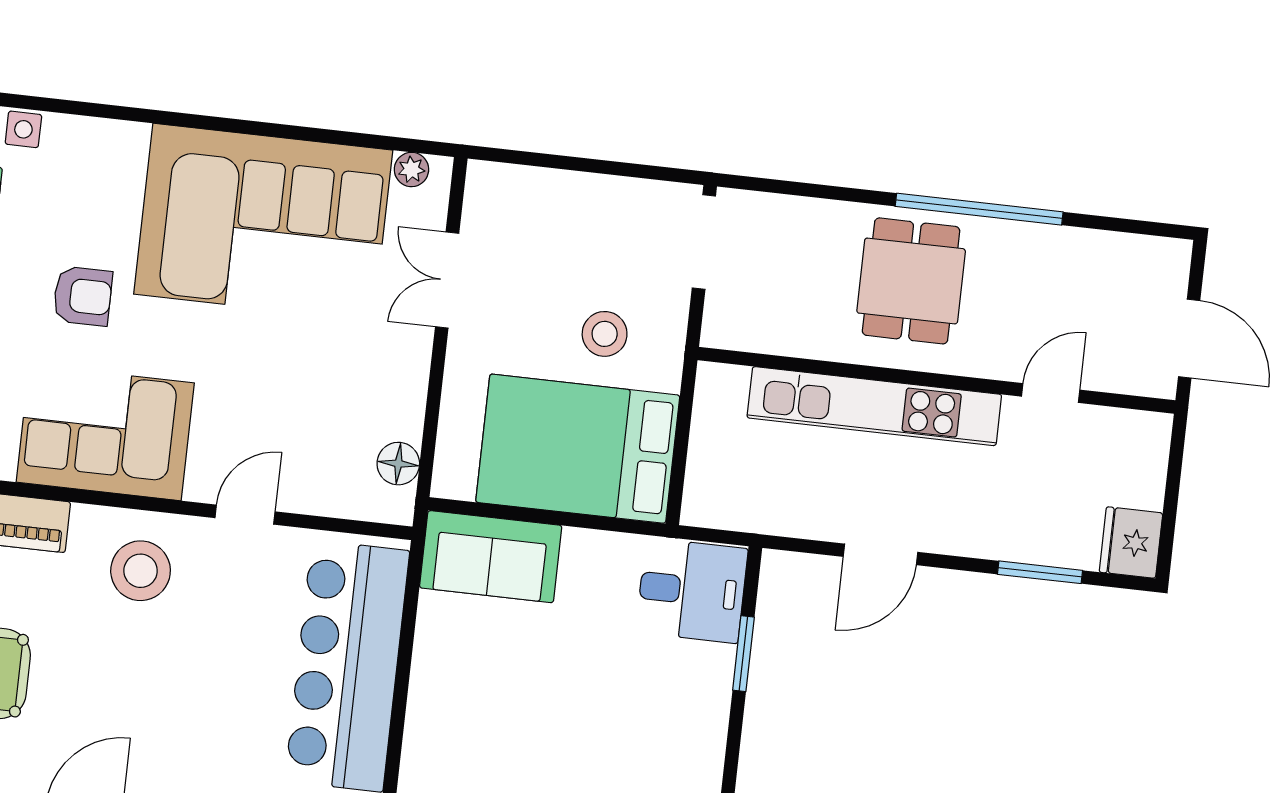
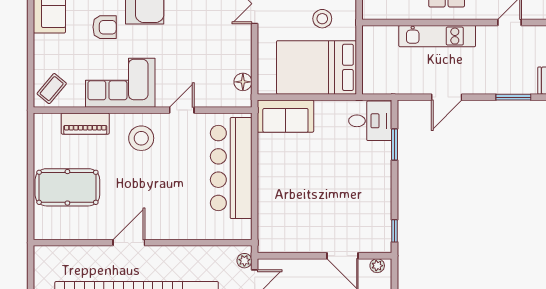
kitchen unit: (874, 406) -> (437, 36), width x0.73

